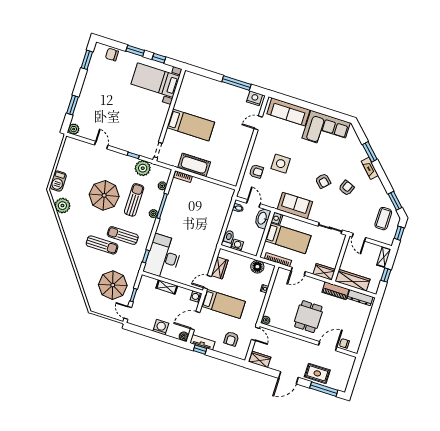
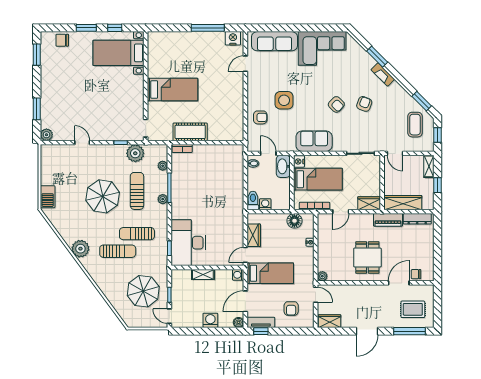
plant: (62, 206) -> (80, 249), moved
rug: (317, 373) -> (413, 309), moved

